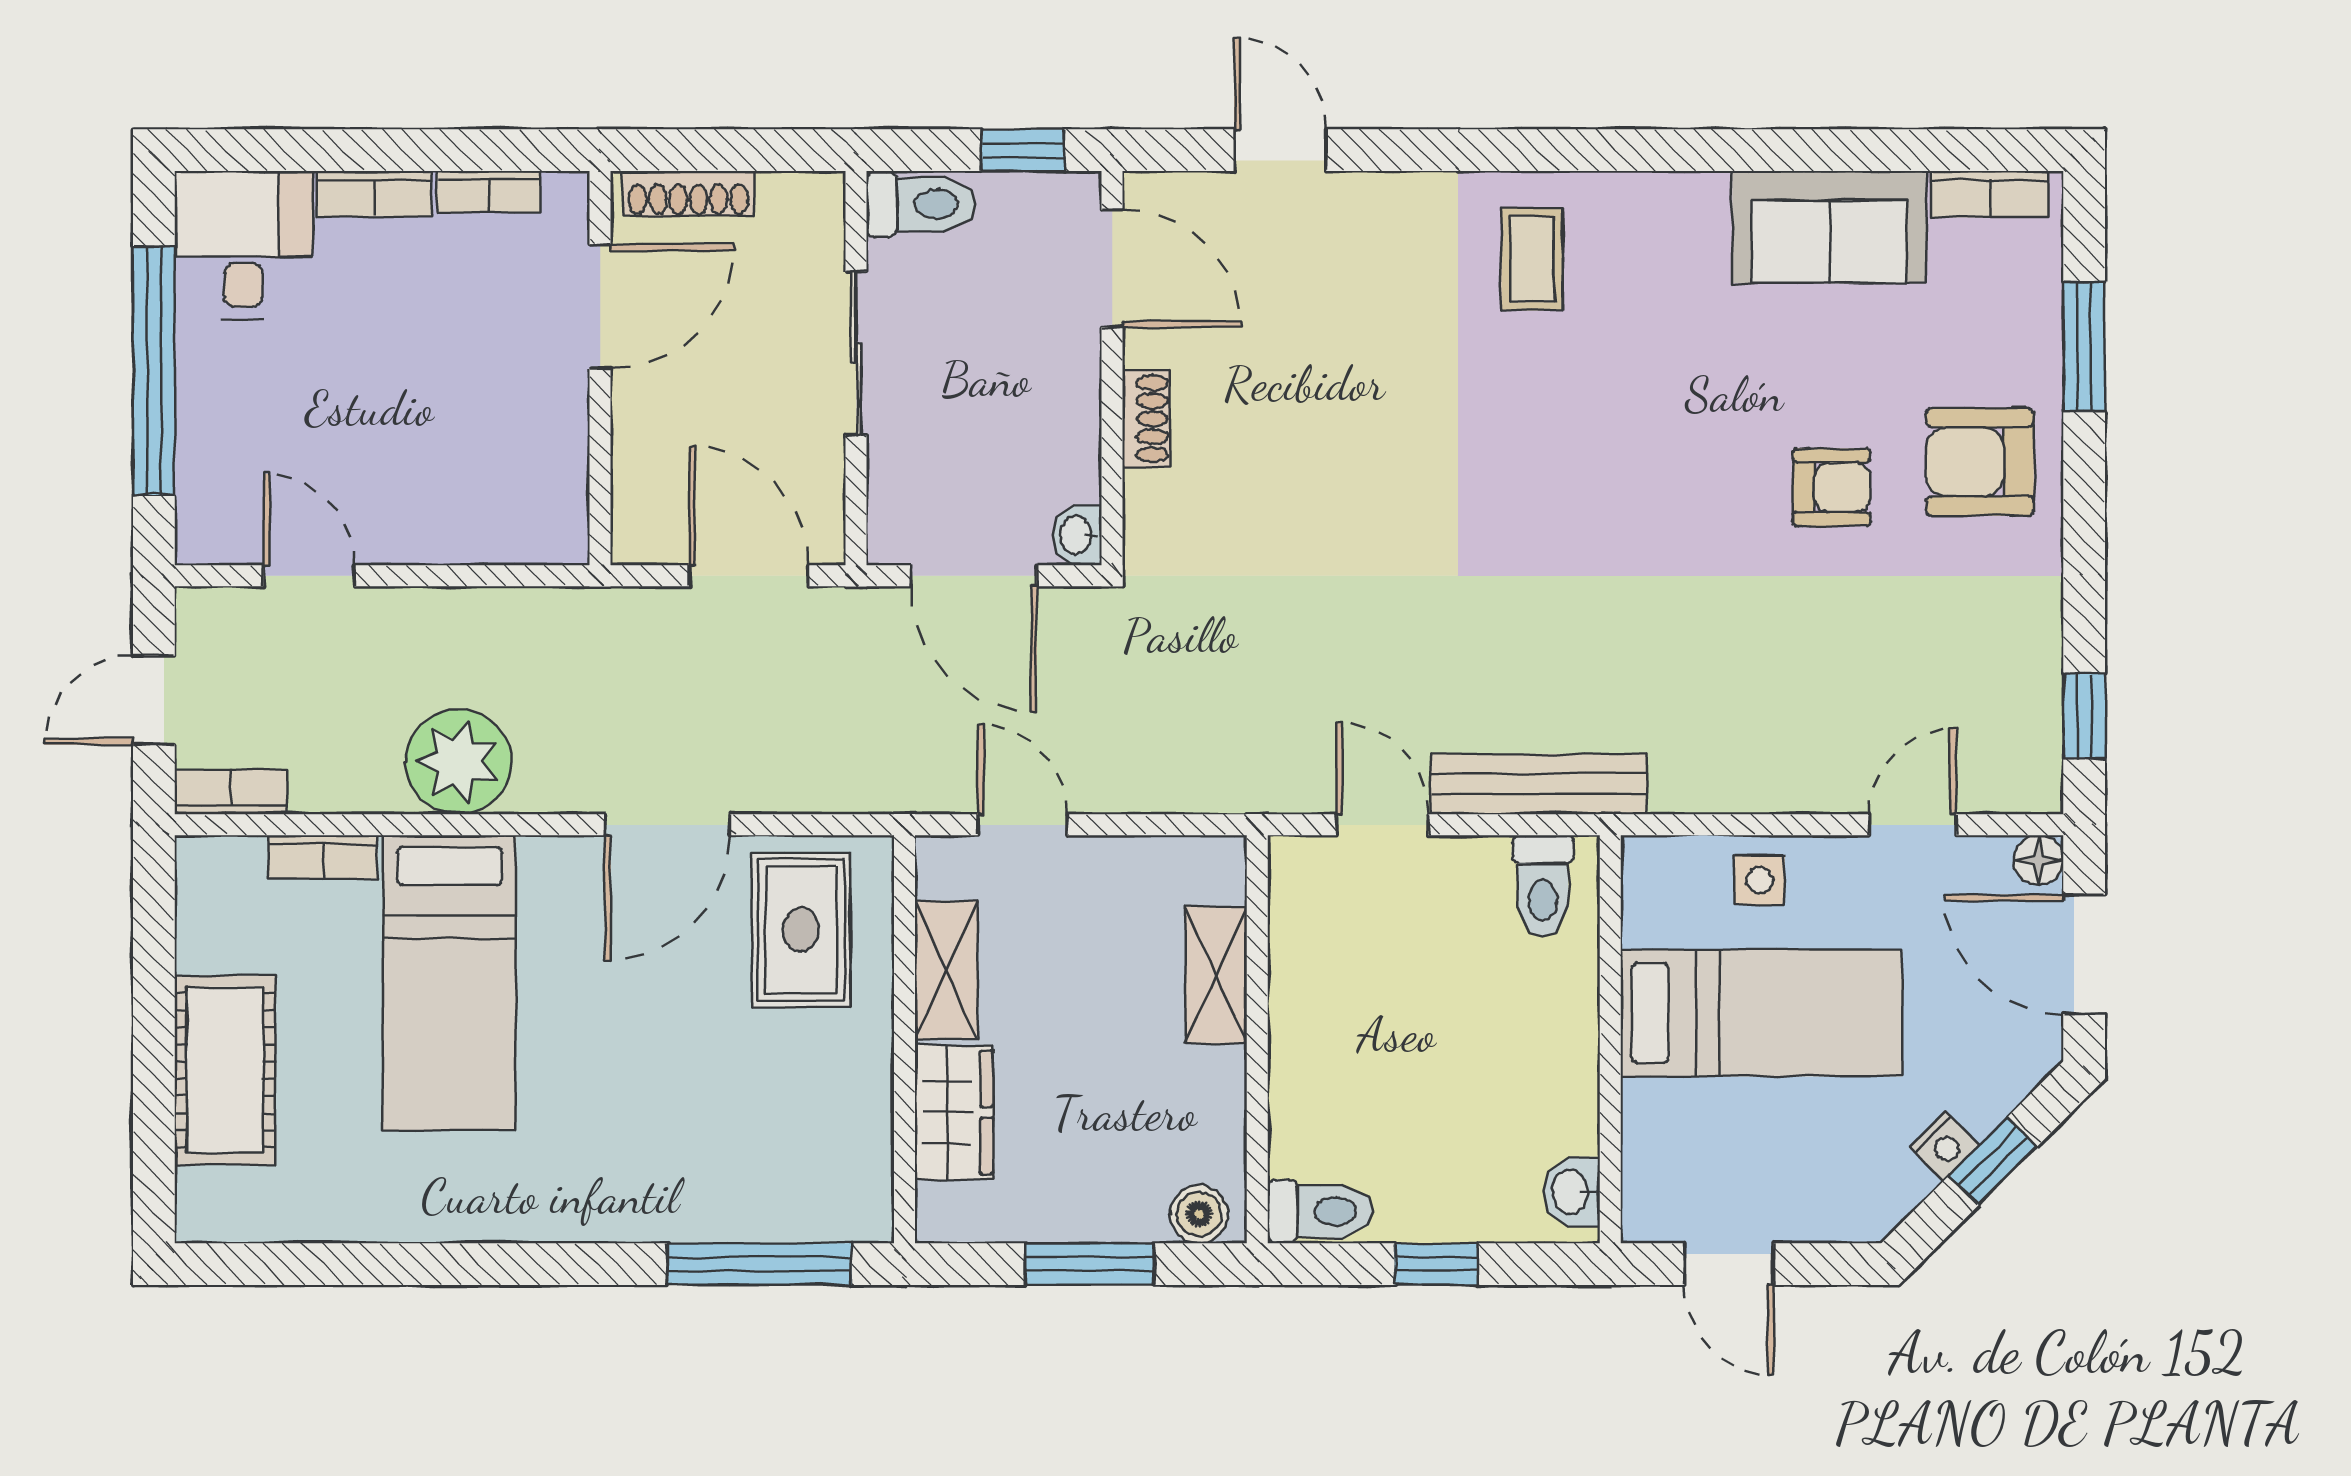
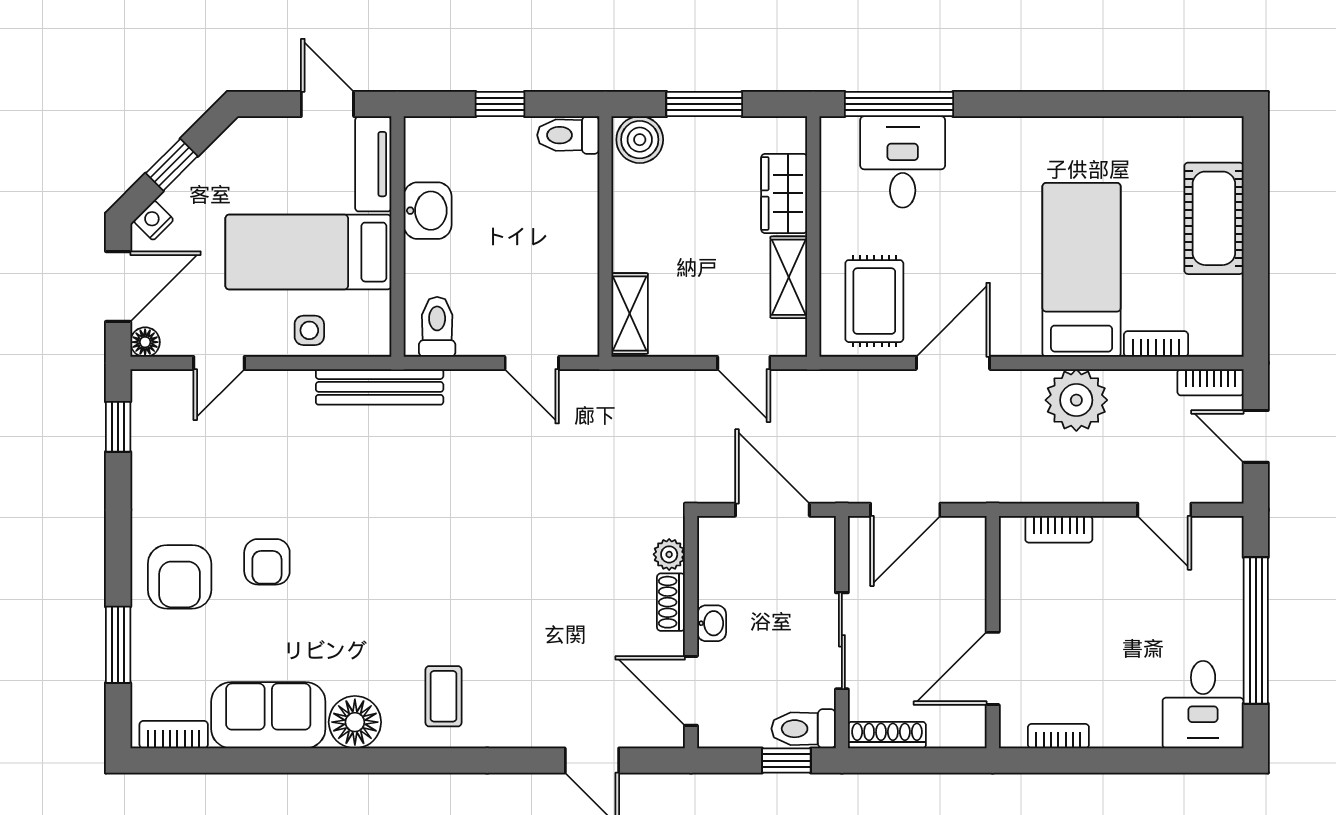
window: (1023, 150) -> (786, 761), moved
shoe rack: (688, 193) -> (887, 735), moved
bookcase: (374, 194) -> (1059, 529), moved, turned 180
floor lamp: (1682, 215) -> (355, 722), added
armchair: (1980, 462) -> (180, 577), turned 90
armchair: (1832, 487) -> (267, 562), turned -90
plant: (1149, 500) -> (669, 554), added
washbasin: (1077, 535) -> (712, 623), moved
door: (749, 576) -> (905, 510), hinge flipped
door: (154, 700) -> (1256, 436), swing flipped
bench: (1539, 784) -> (380, 387), moved
door: (2084, 954) -> (118, 287), hinge flipped
shelving: (1216, 975) -> (630, 313), moved
nightstand: (1944, 1146) -> (154, 220), moved
tv unit: (1651, 1162) -> (373, 164), added
desk: (753, 1166) -> (903, 162), added
washbasin: (1572, 1192) -> (428, 211), moved, width x1.38, depth x1.45
boiler: (1199, 1214) -> (640, 140), width x1.36, depth x1.36

